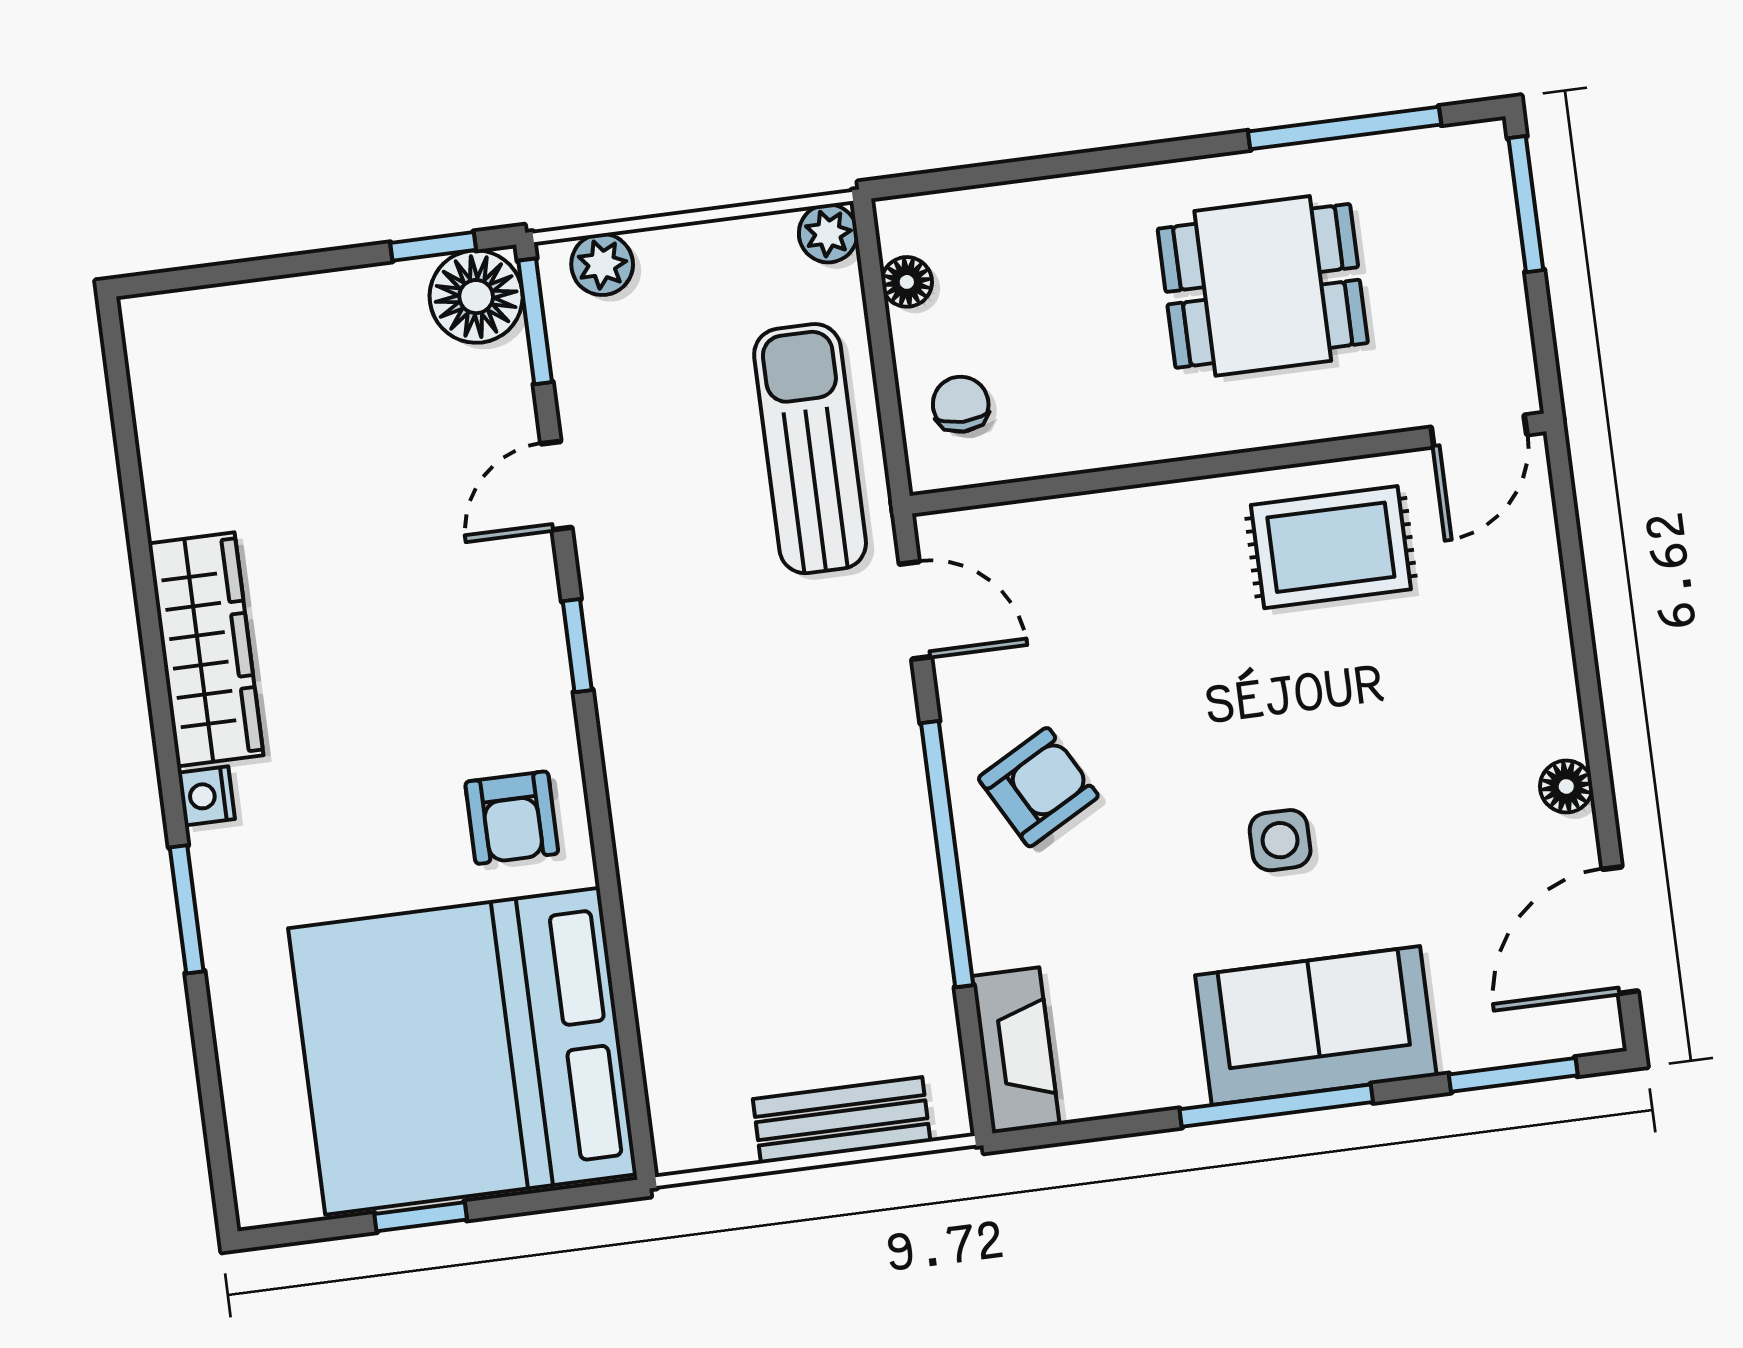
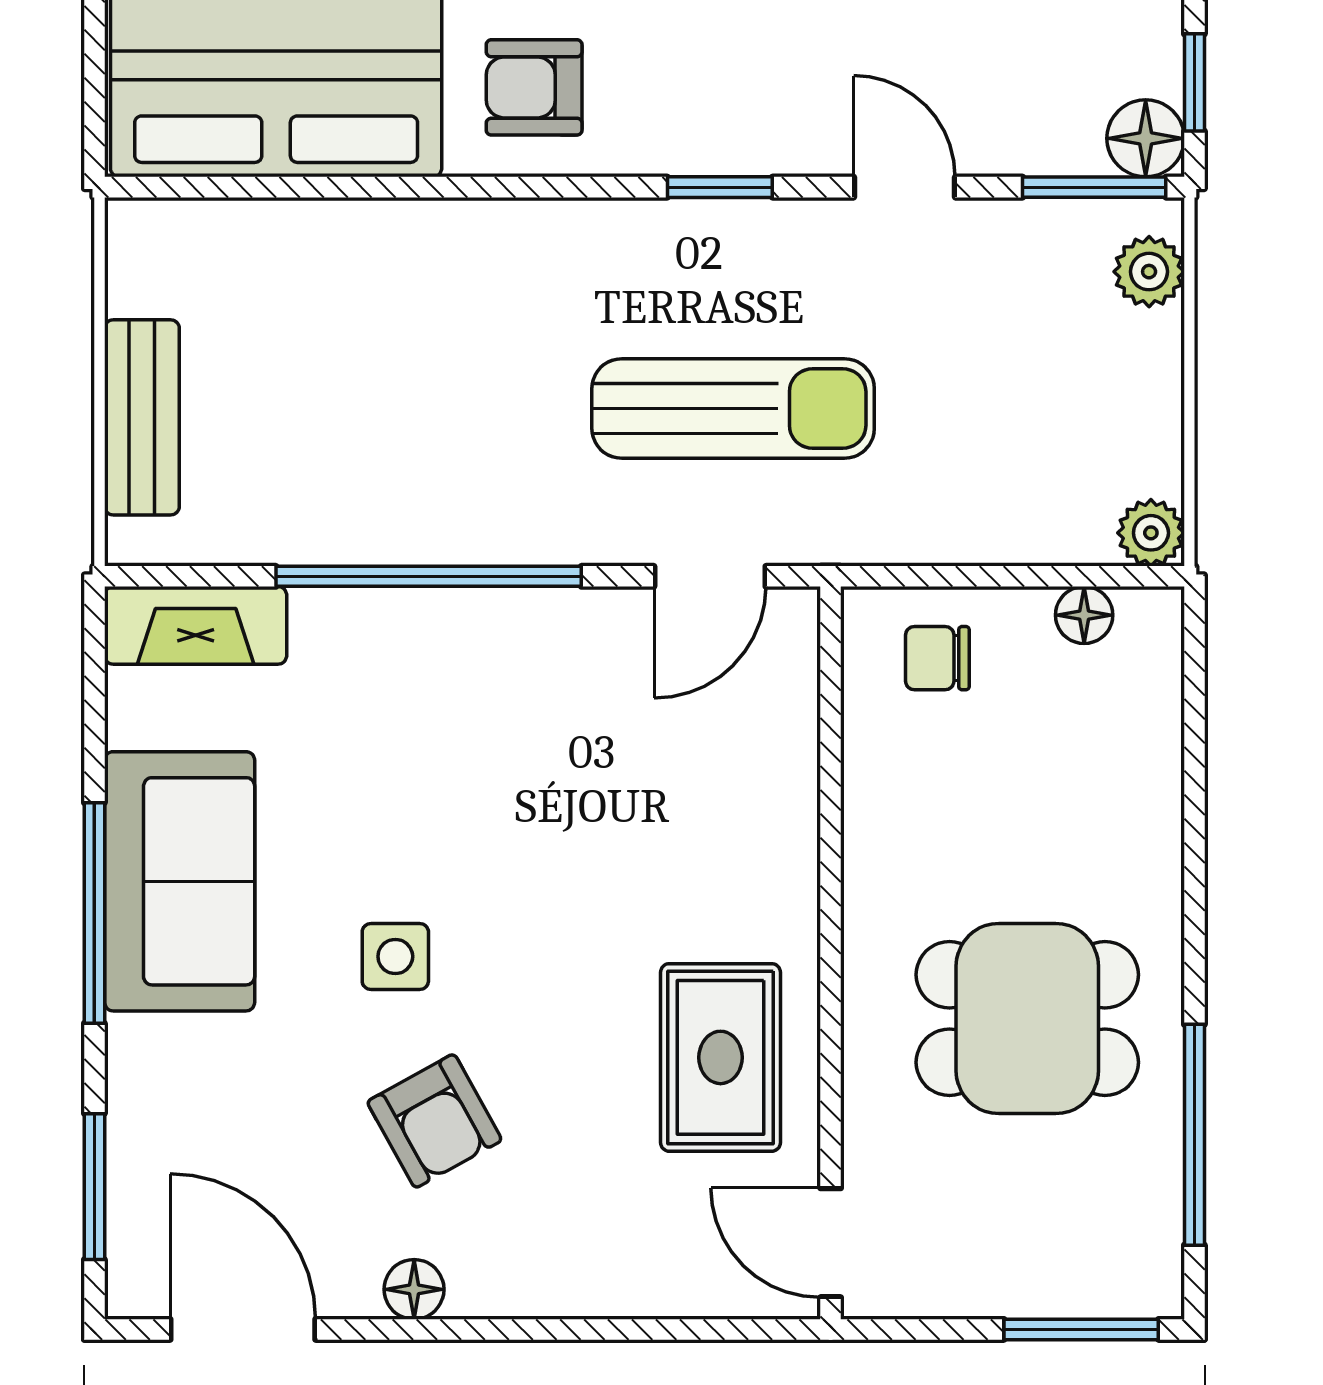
dining table: (1263, 286) -> (1027, 1019), turned 90
floor lamp: (476, 297) -> (1146, 138), width x0.73, depth x0.73
chair: (961, 404) -> (937, 658), turned 180
sun lounger: (810, 449) -> (733, 408), moved
armchair: (1038, 787) -> (434, 1121), moved
sofa: (1316, 1025) -> (180, 881), moved

